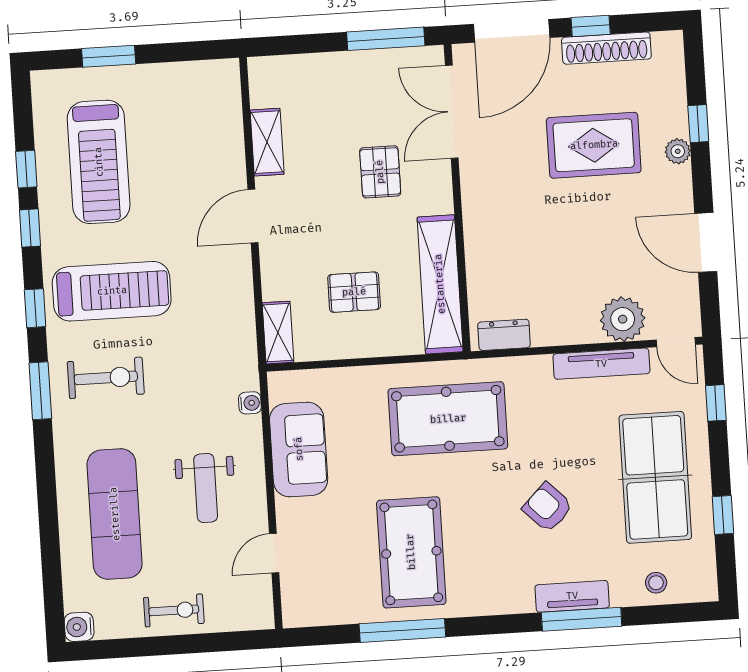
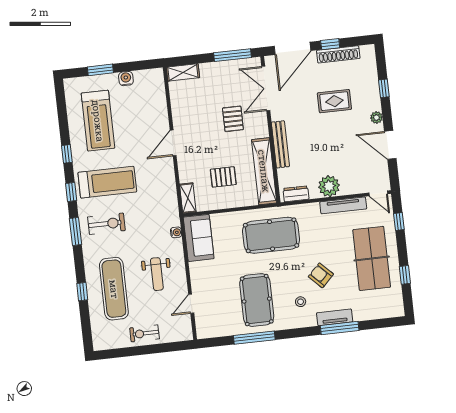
shelving: (267, 142) -> (183, 72), moved, turned 90
rug: (594, 145) -> (334, 101), width x0.73, depth x0.70
plant: (678, 151) -> (376, 118), moved
window: (26, 169) -> (82, 292), moved
bench: (477, 230) -> (280, 144), added
plant: (623, 319) -> (329, 186), moved
sofa: (299, 449) -> (199, 238), moved
stool: (656, 583) -> (301, 302), moved
exercise bike: (174, 610) -> (144, 333), turned 180
water cooler: (79, 627) -> (126, 79), moved, turned 90

